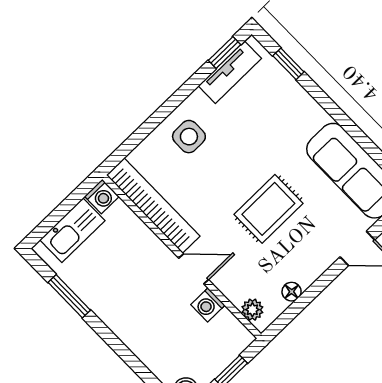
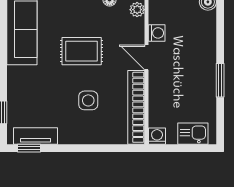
side table: (189, 137) -> (88, 100), moved
kitchen sink: (72, 230) -> (193, 134), width x0.73
window: (69, 296) -> (220, 80), moved

